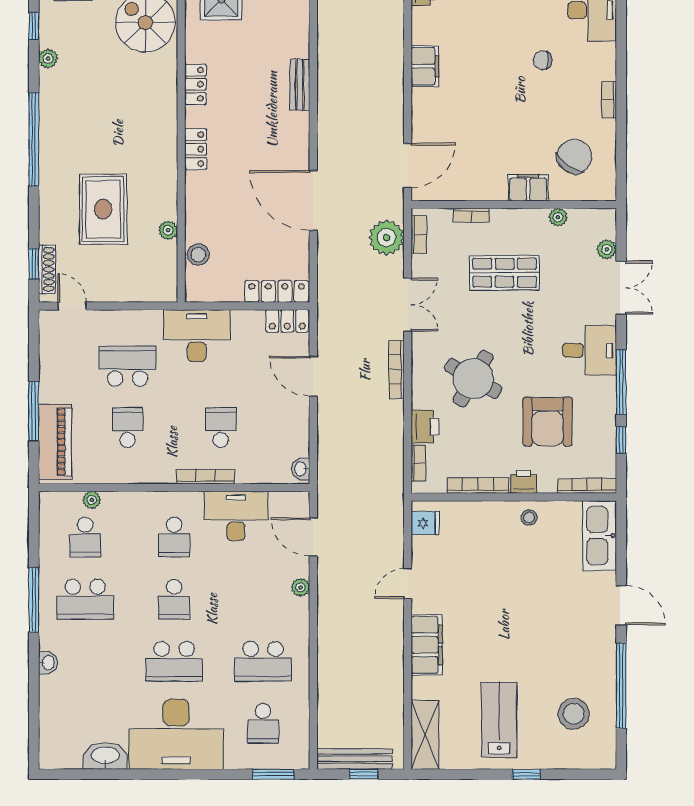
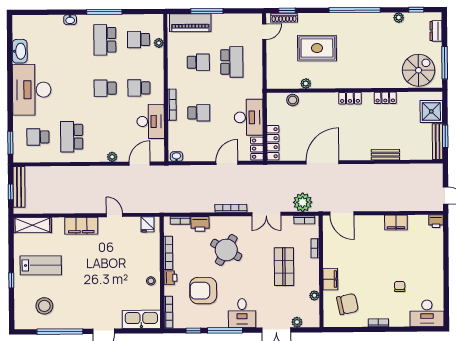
chair: (574, 156) -> (347, 304), turned -47
desk: (197, 336) -> (249, 117), moved
school desk: (174, 661) -> (71, 88), removed

